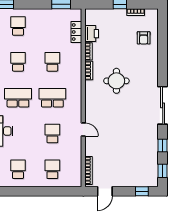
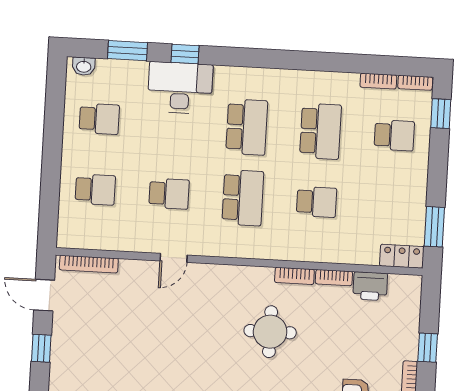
locker: (76, 32) -> (402, 256), moved
school desk: (18, 62) -> (320, 131), width x1.85
window: (142, 191) -> (41, 348), moved

